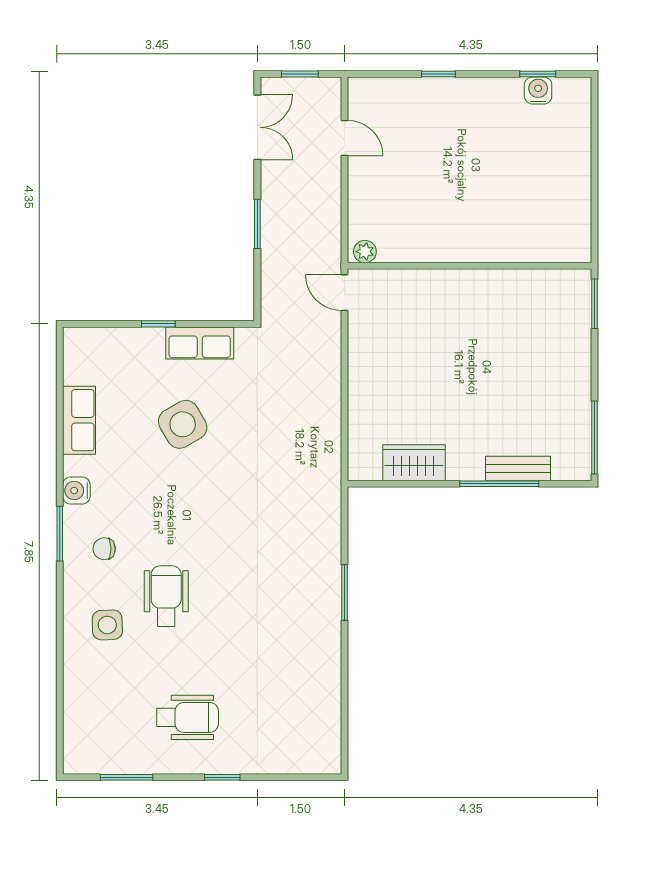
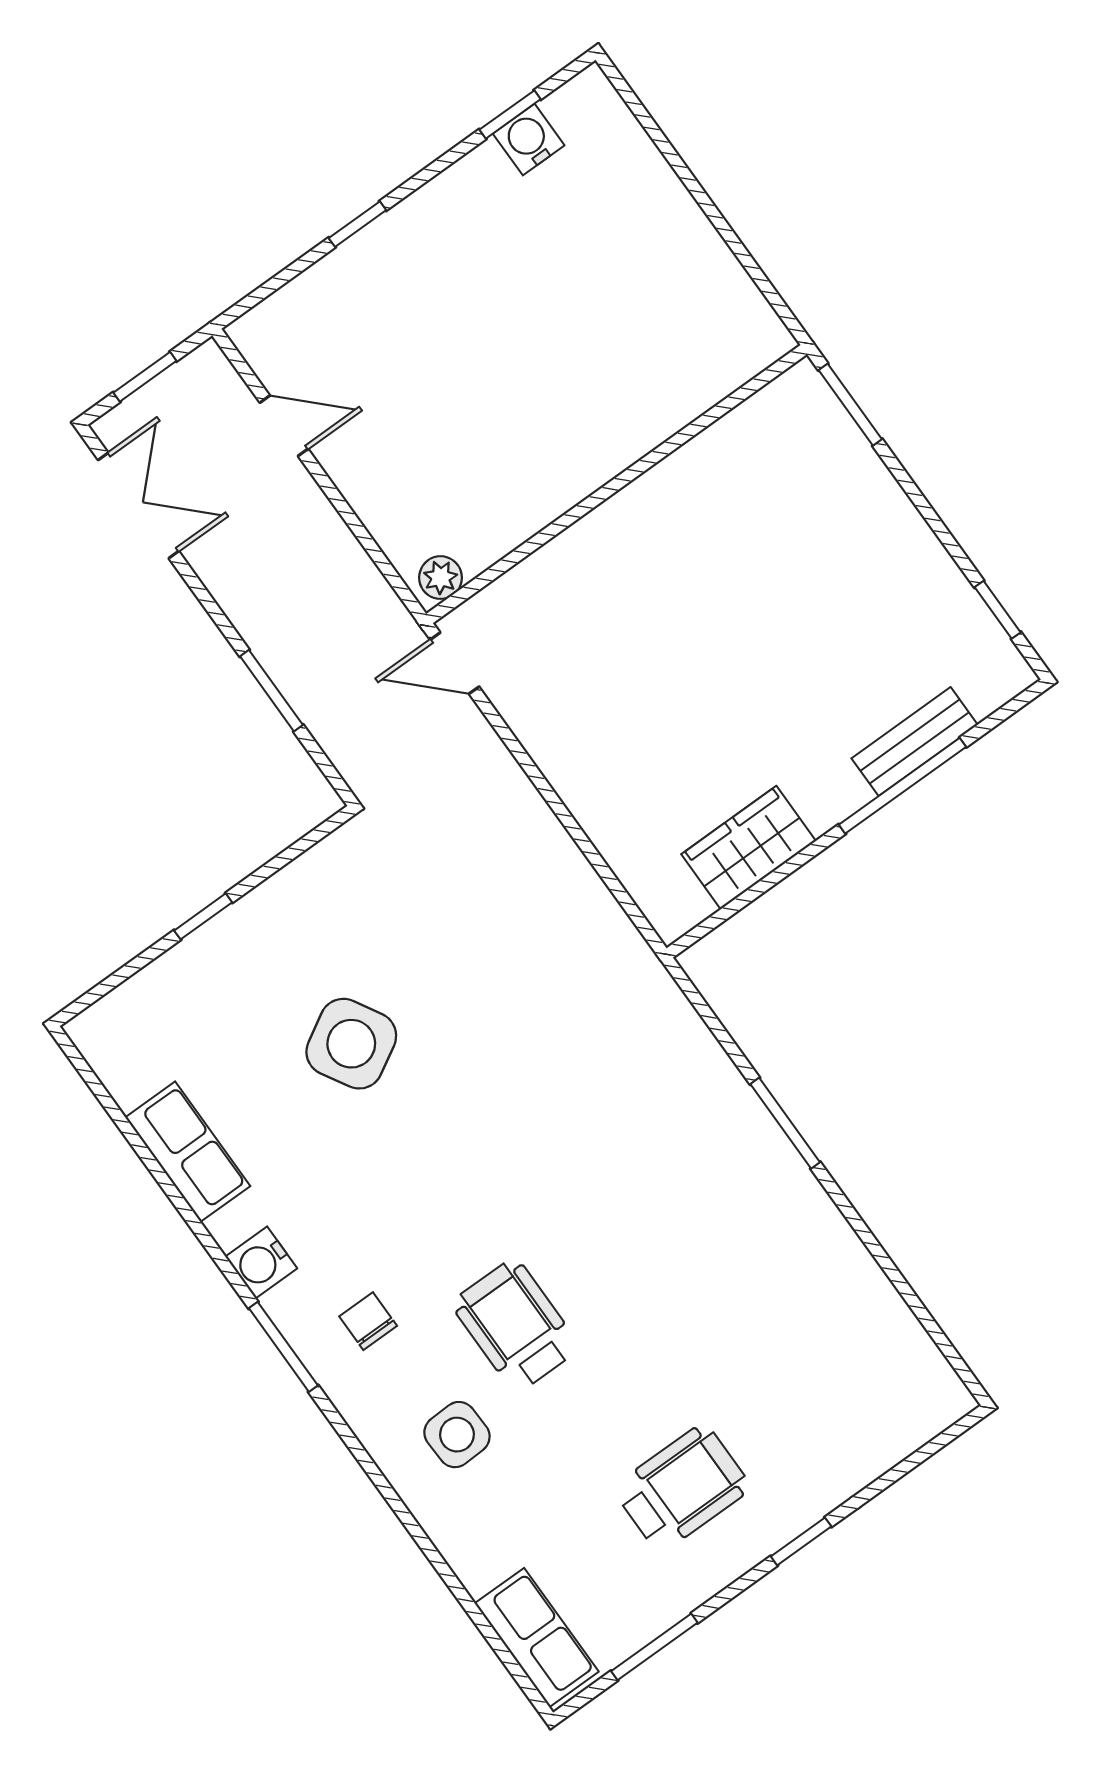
window: (257, 224) -> (271, 691), moved
row of seats: (200, 343) -> (537, 1638), moved, turned -90
window: (594, 437) -> (998, 610), width x0.46
chair: (104, 549) -> (368, 1321), turned 90

